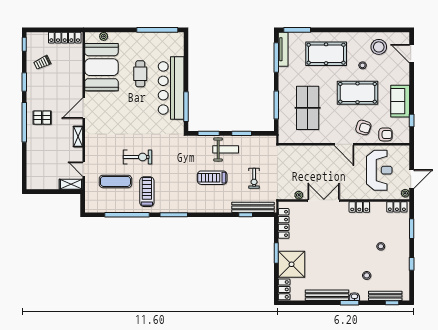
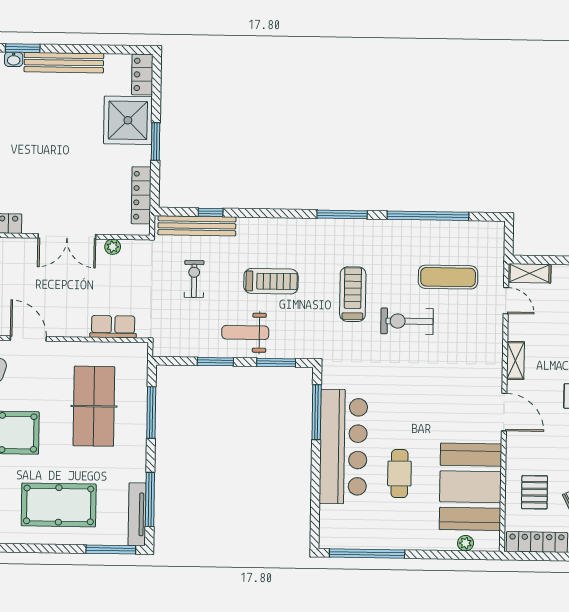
pallet: (66, 65) -> (534, 492), added
door: (84, 108) -> (504, 412), hinge flipped
row of seats: (298, 151) -> (113, 327), added
treadmill: (147, 192) -> (353, 294), moved, turned 180

